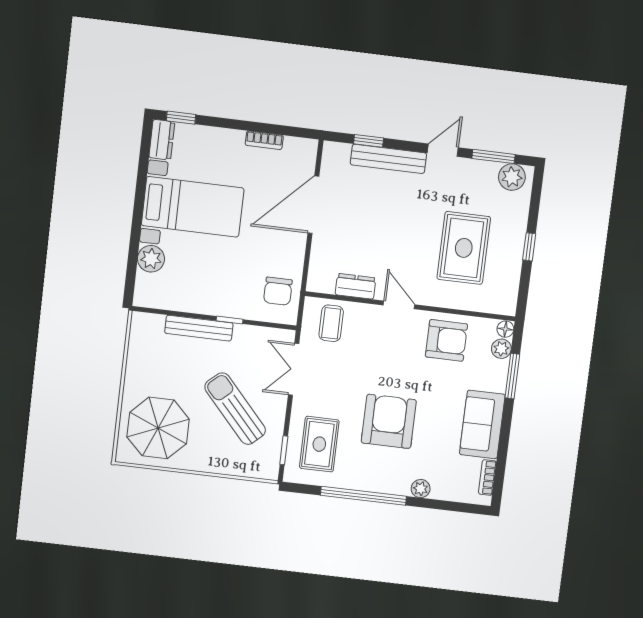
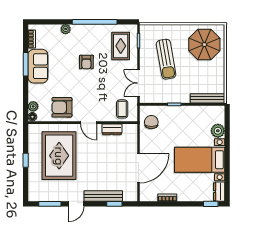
plant: (512, 177) -> (39, 195), removed
rug: (464, 248) -> (59, 156), width x1.37, depth x1.44
bench: (199, 328) -> (207, 98), moved
double door: (294, 369) -> (139, 83), swing flipped
window: (512, 376) -> (26, 64), moved
sun lounger: (235, 409) -> (166, 59), turned 32
armchair: (389, 421) -> (86, 62), width x0.53, depth x0.53

